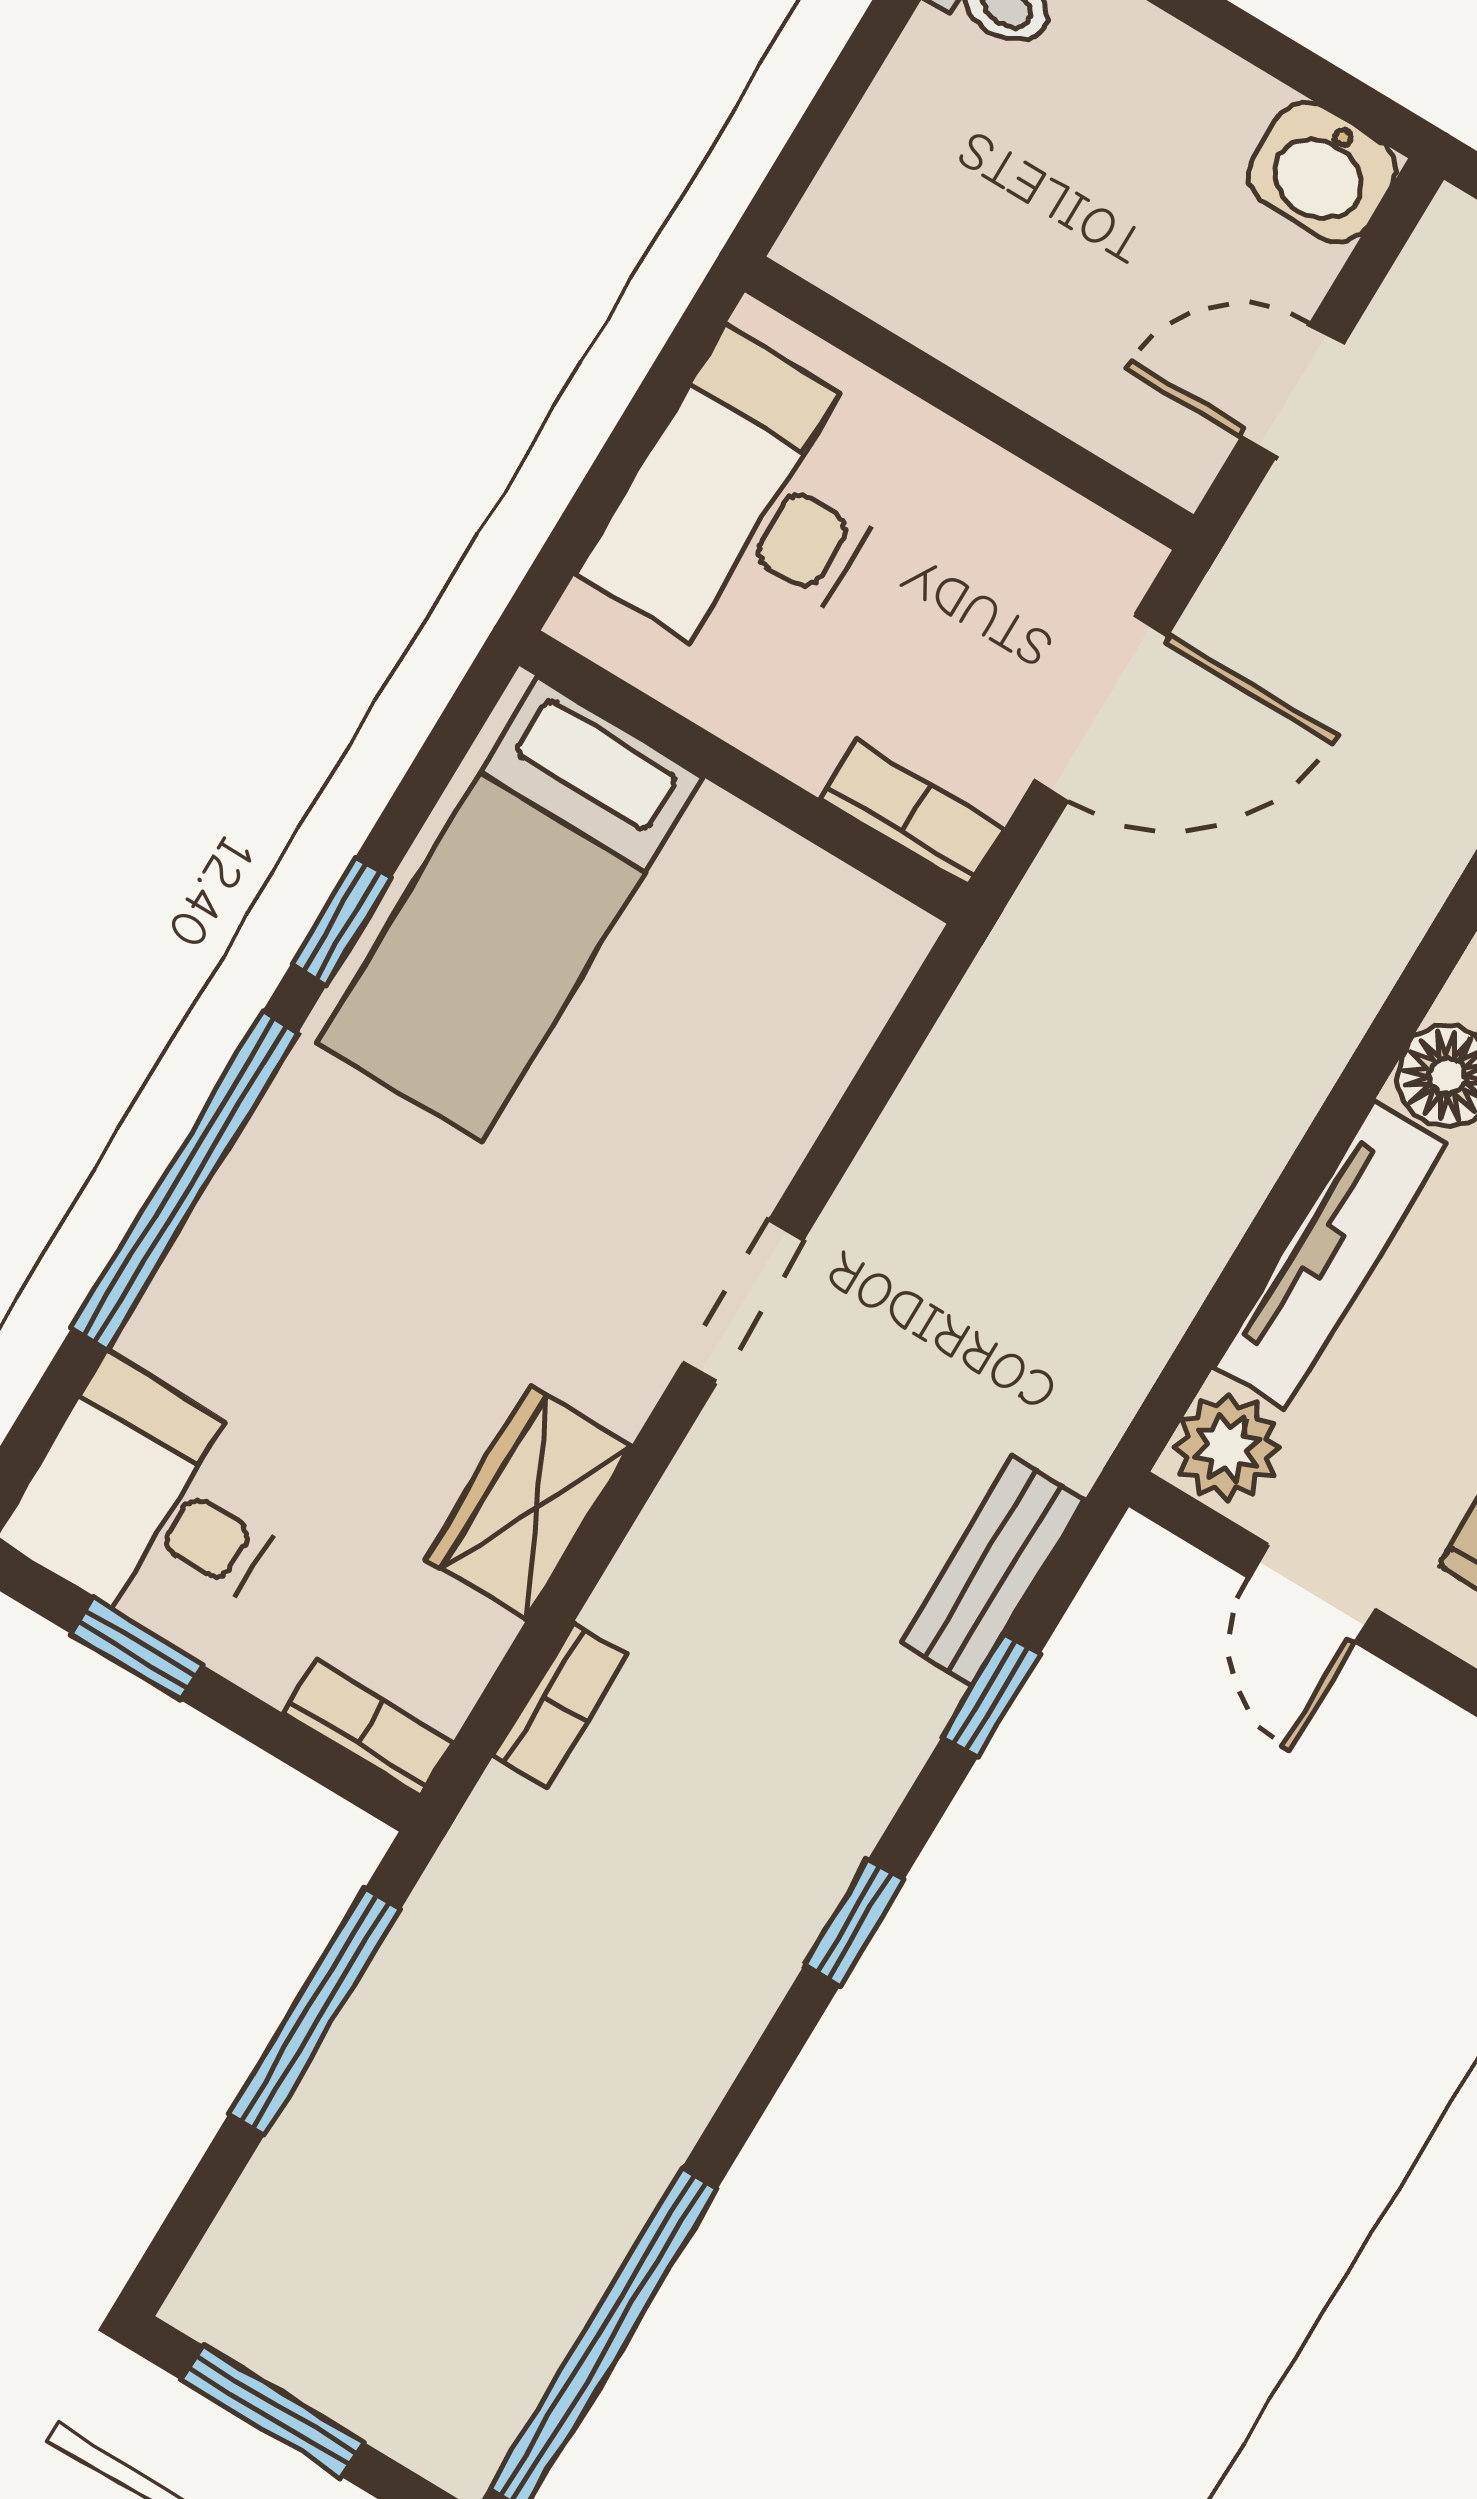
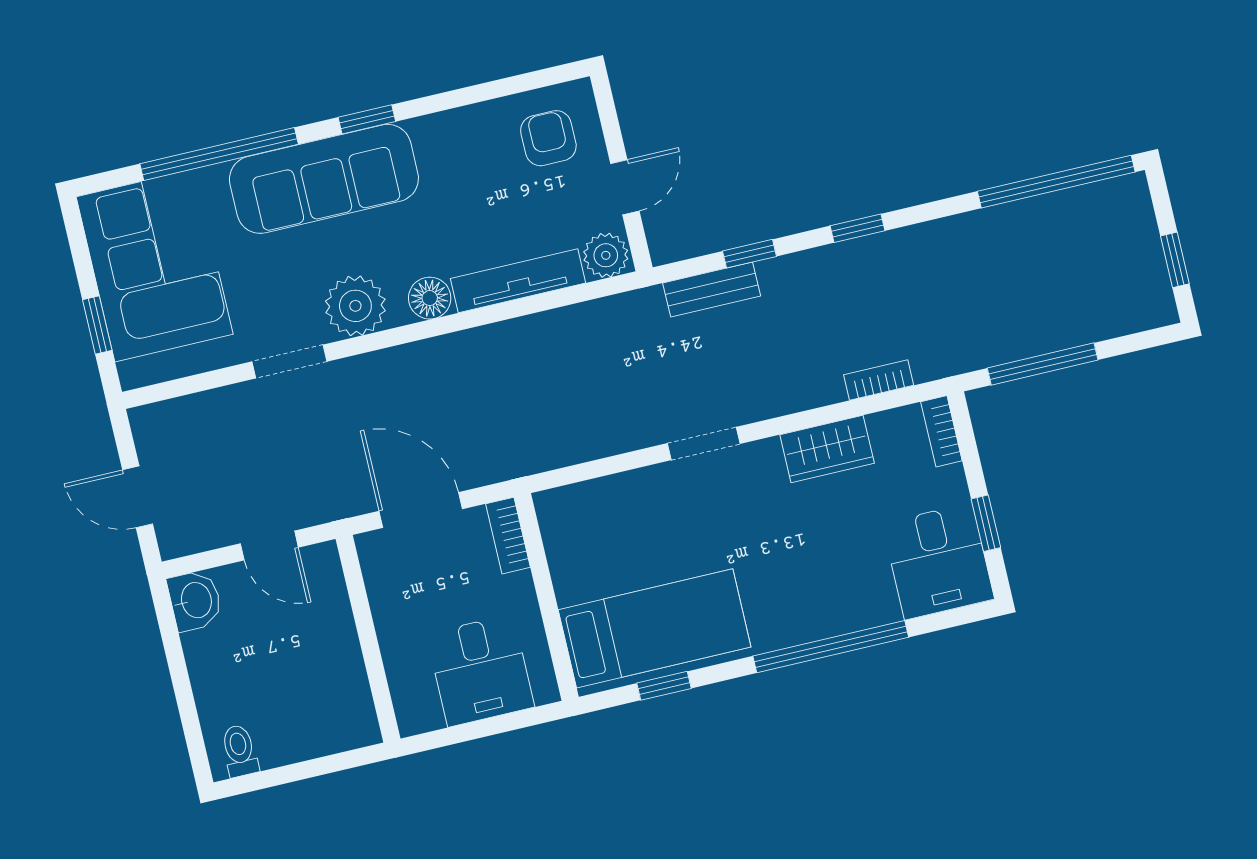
desk: (749, 508) -> (480, 670), width x0.73
window: (341, 922) -> (664, 686), moved
window: (272, 2411) -> (1175, 260), width x0.67

